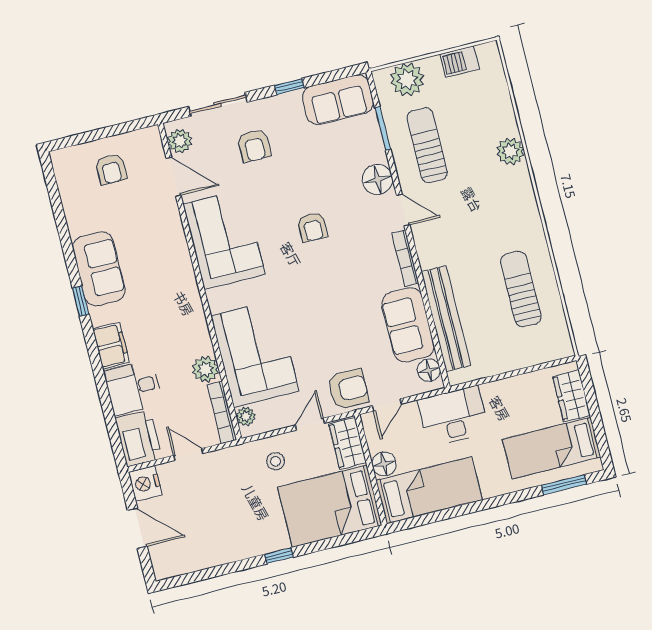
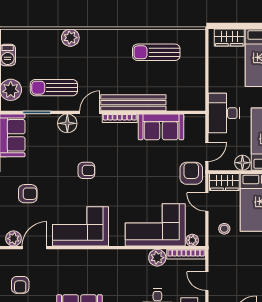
armchair: (111, 169) -> (20, 285), turned 90
bench: (446, 318) -> (133, 103), moved
floor lamp: (429, 370) -> (192, 121), removed
door: (387, 405) -> (207, 152), hinge flipped
door: (188, 454) -> (207, 281), hinge flipped

